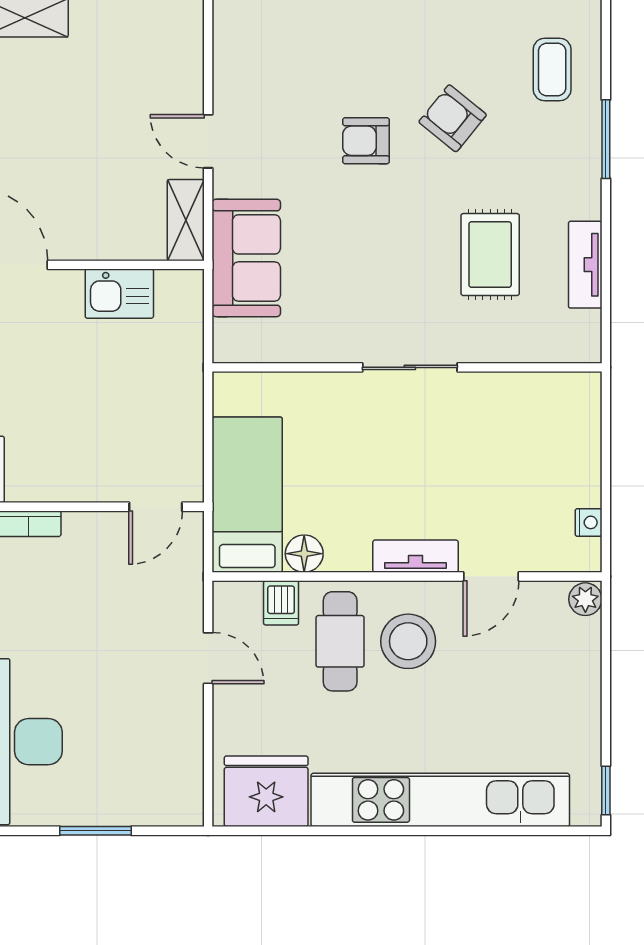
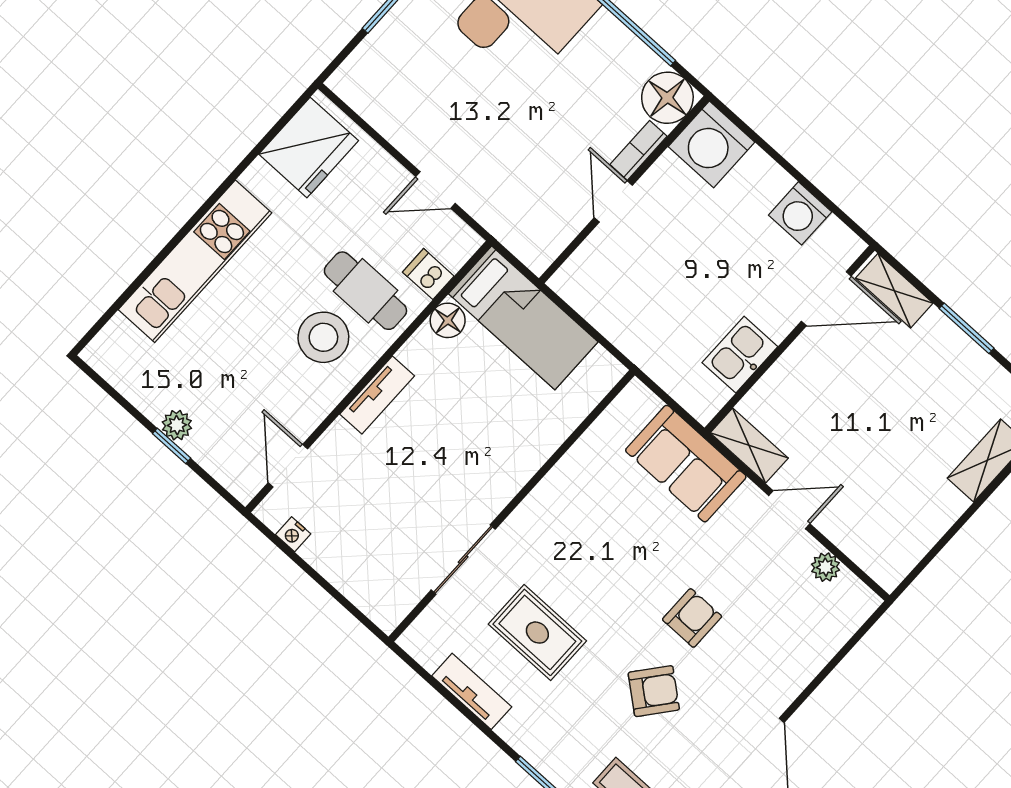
plant: (228, 70) -> (826, 567), added
sliding door: (410, 367) -> (463, 559), moved
door: (156, 507) -> (613, 201), moved
door: (491, 576) -> (288, 466), moved
plant: (585, 599) -> (177, 425), moved
window: (606, 791) -> (172, 446), moved
kitchen unit: (440, 800) -> (195, 261), width x0.73

